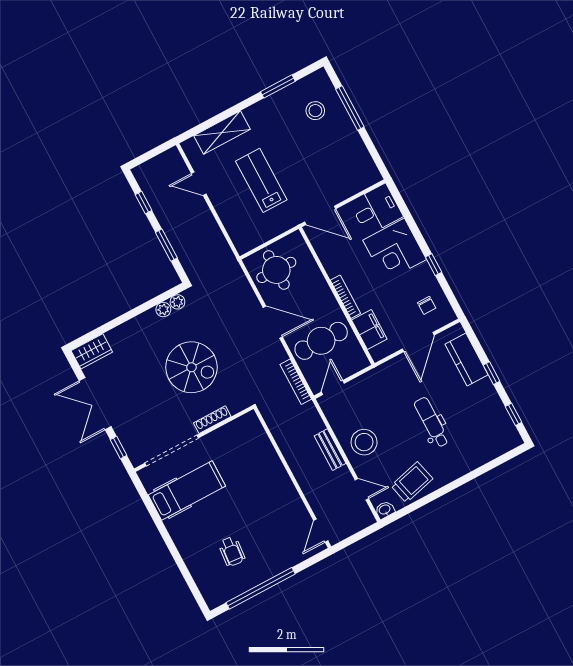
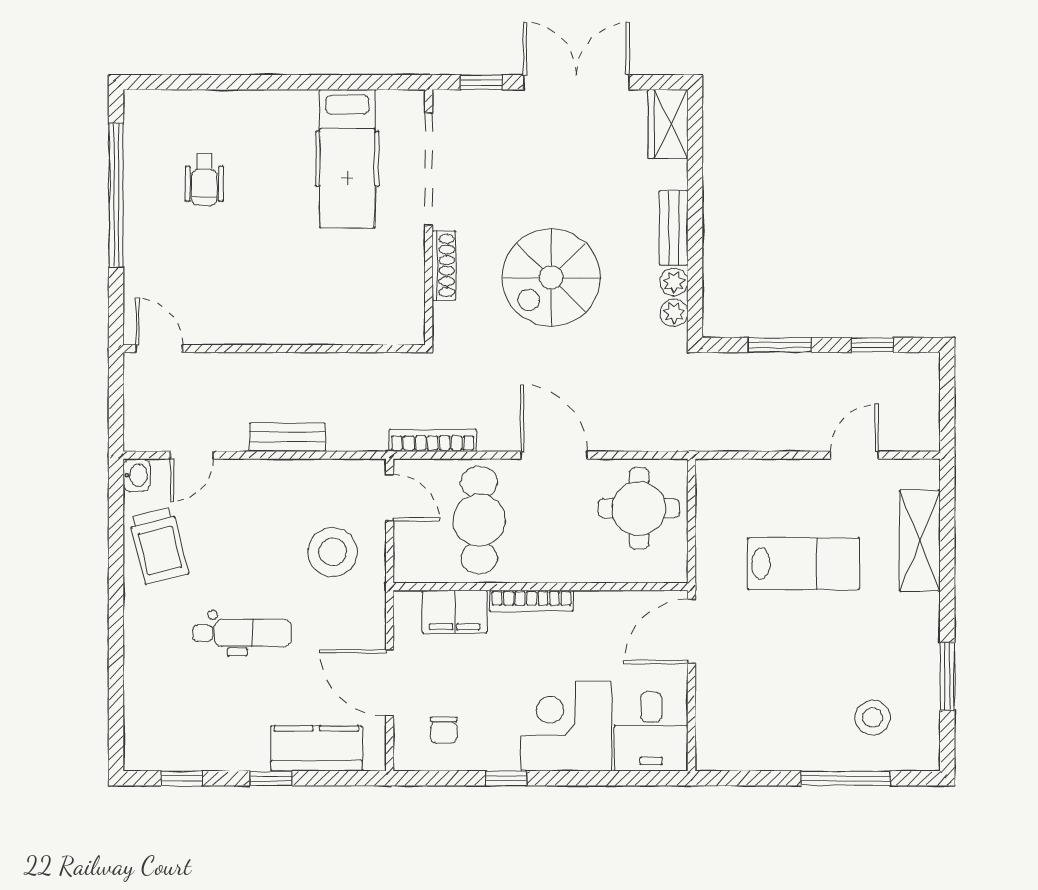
chair: (427, 305) -> (444, 730), turned -90
door: (273, 322) -> (554, 455), swing flipped
bench: (138, 323) -> (674, 228), added
stool: (364, 442) -> (333, 552), moved
wheelchair: (232, 551) -> (204, 180), turned -95

